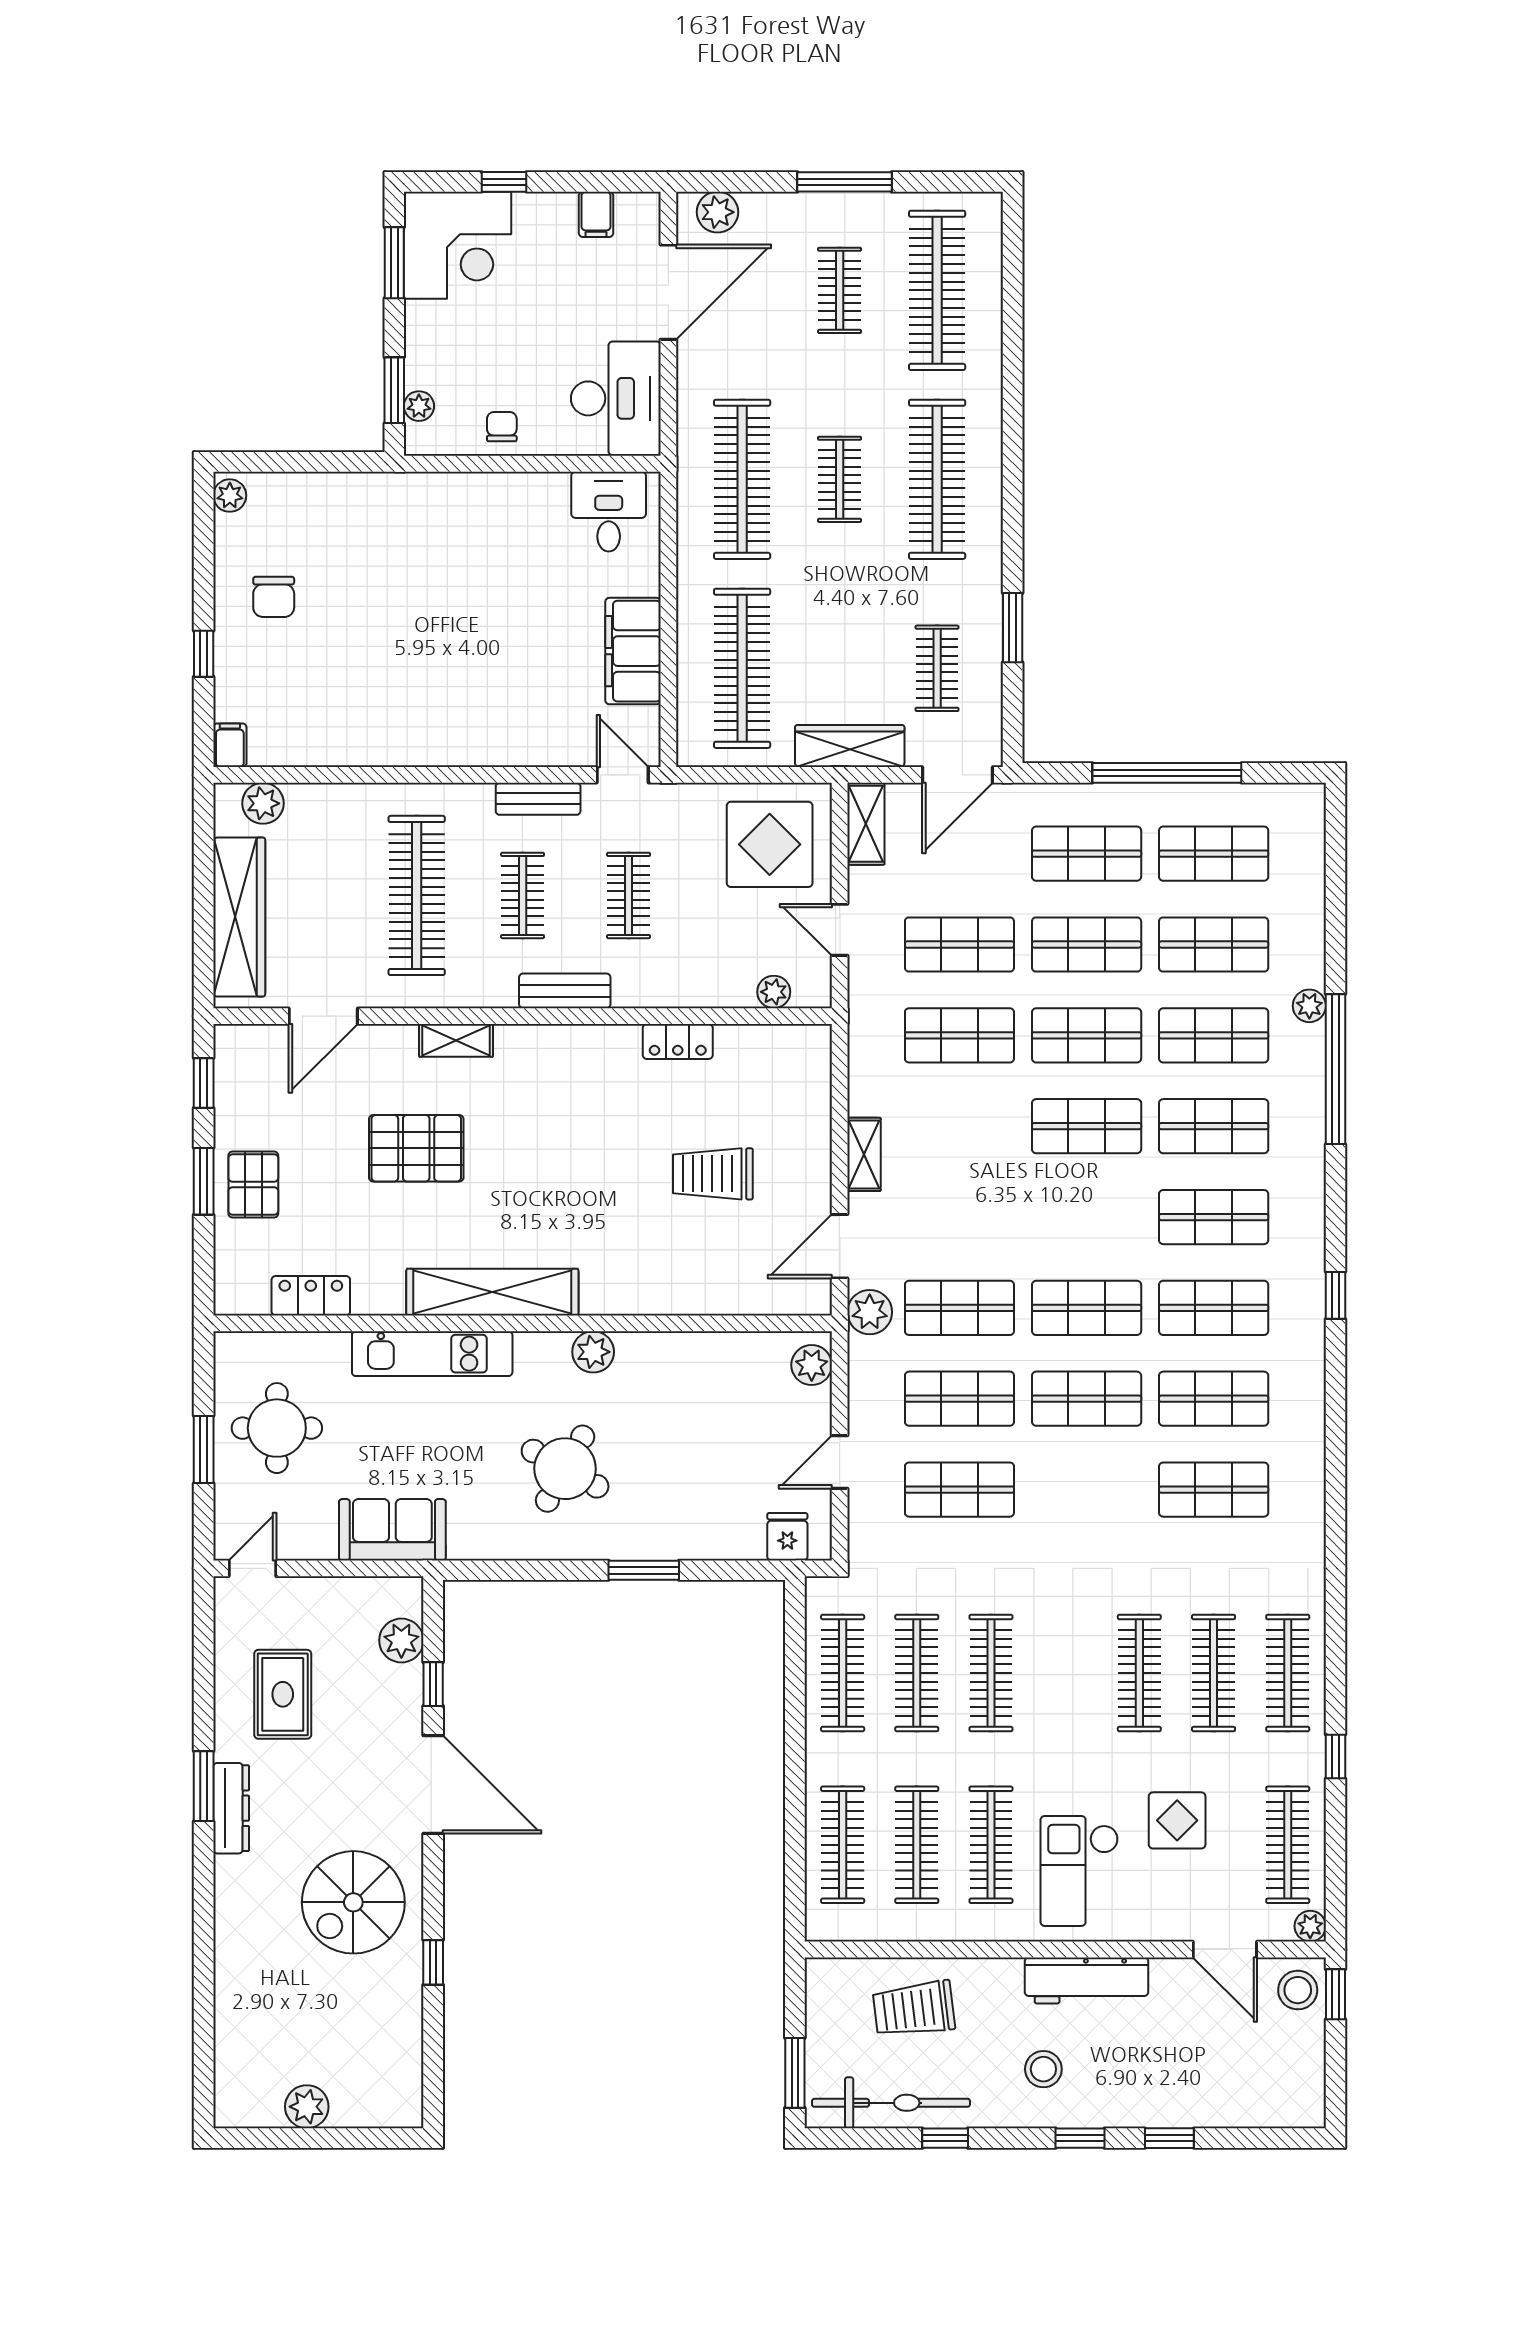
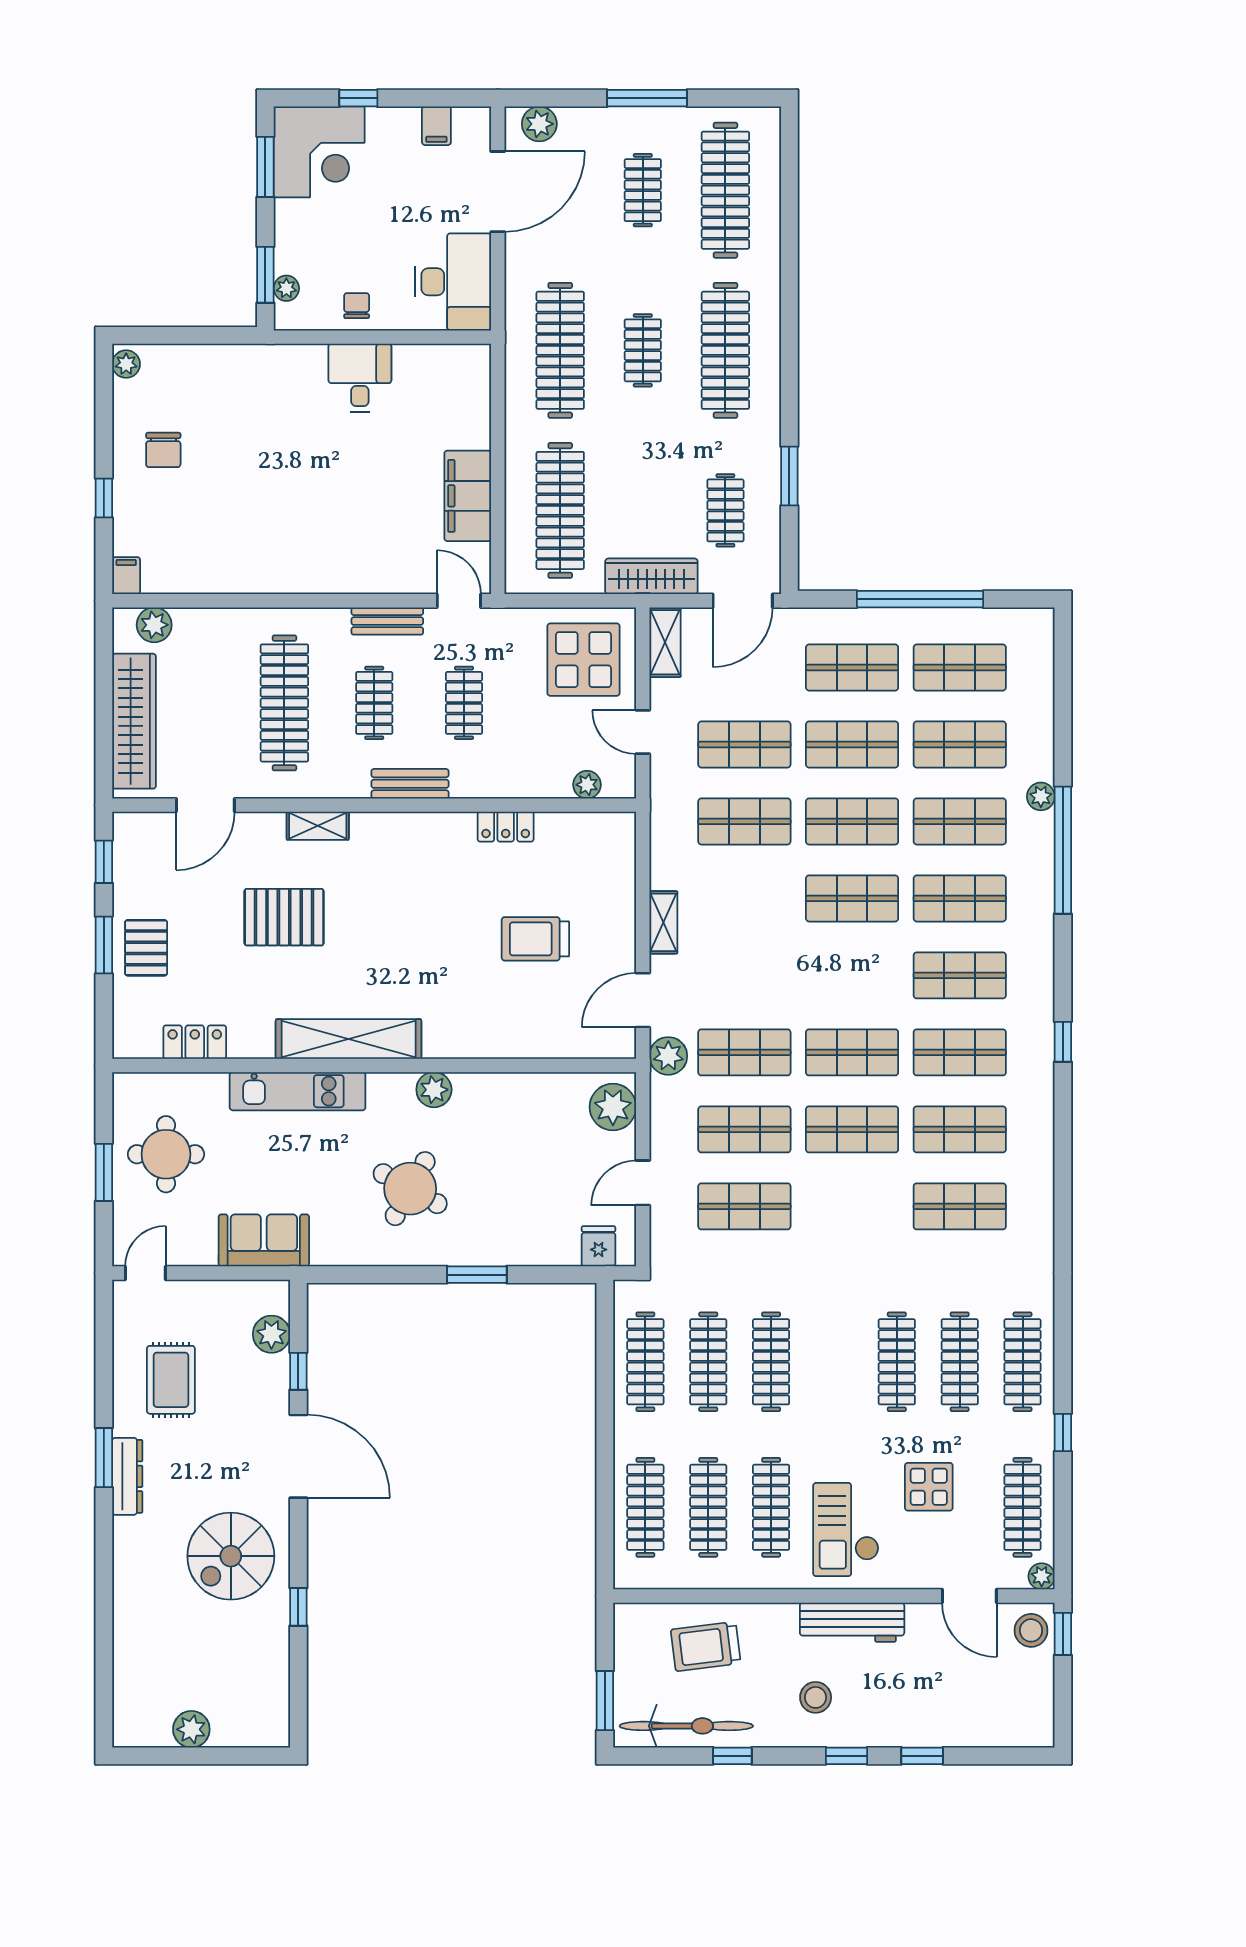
desk: (609, 512) -> (360, 378), moved
plant: (812, 1365) -> (613, 1107), width x1.36, depth x1.36

